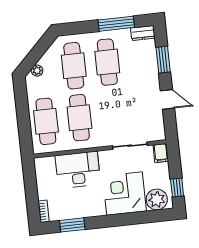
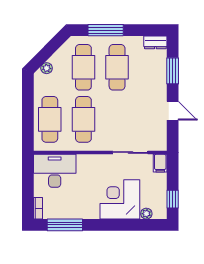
window: (116, 24) -> (106, 30), moved
desk: (78, 170) -> (55, 171), moved
plant: (157, 199) -> (146, 214), width x0.53, depth x0.53
window: (72, 225) -> (65, 225), width x1.44

